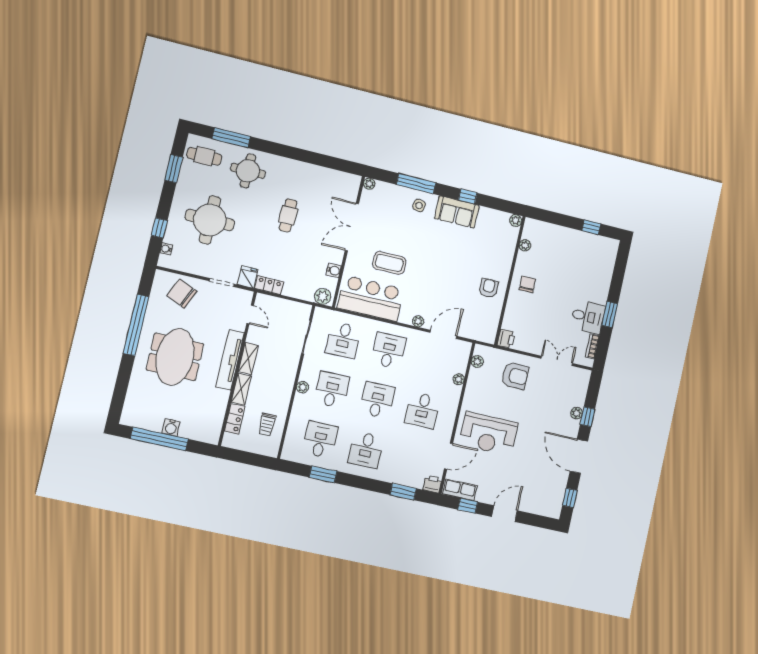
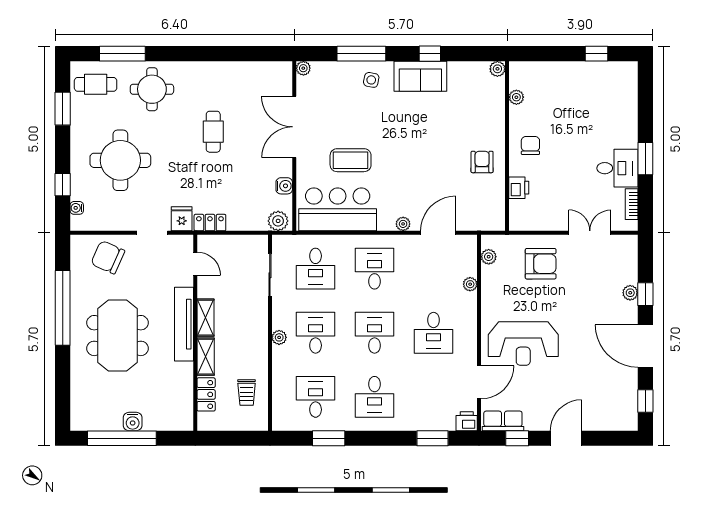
printer: (506, 339) -> (519, 188), moved

